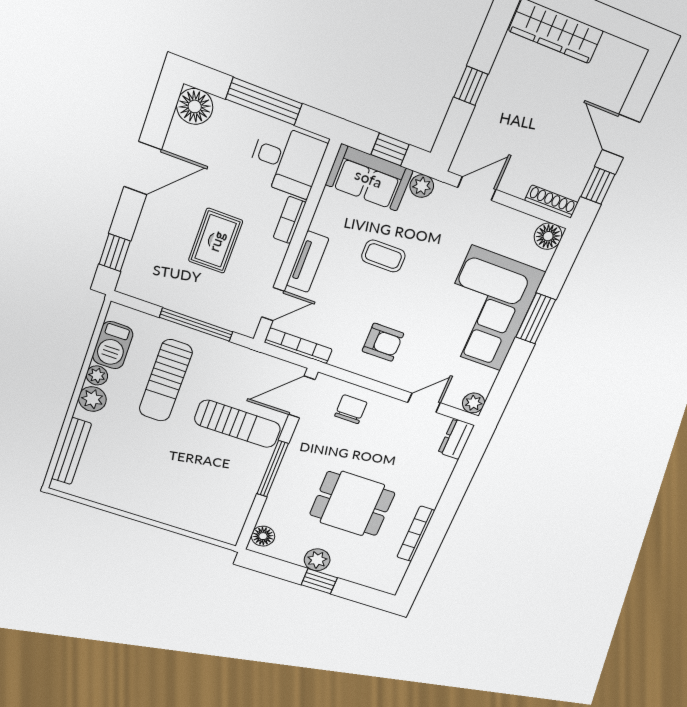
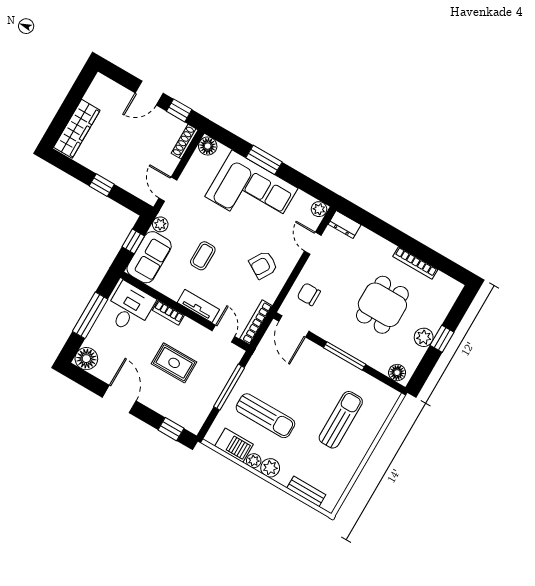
armchair: (383, 342) -> (263, 265), turned -149
sun lounger: (238, 424) -> (341, 420), moved
bench: (71, 451) -> (306, 491), width x0.73

